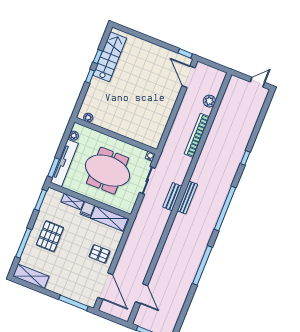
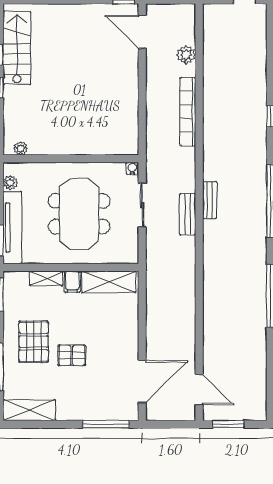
meeting table: (108, 171) -> (79, 214), turned 90
bench: (187, 198) -> (210, 200), width x0.73
pallet: (99, 254) -> (72, 355), moved
door: (105, 286) -> (142, 382), hinge flipped
door: (142, 294) -> (199, 389), moved

